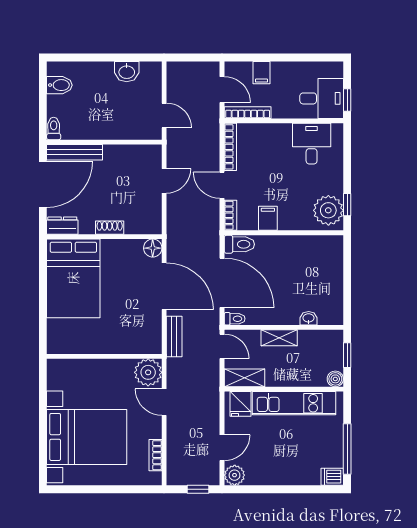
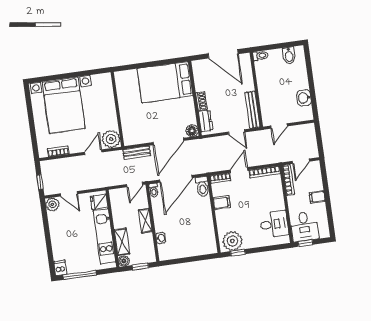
filing cabinet: (261, 73) -> (317, 197), moved
bench: (75, 152) -> (252, 110), moved
dresser: (62, 226) -> (205, 121), moved
shelving: (244, 378) -> (122, 242), moved

